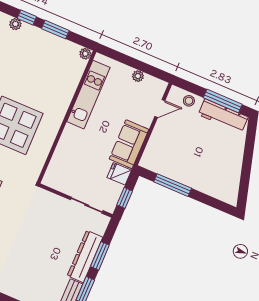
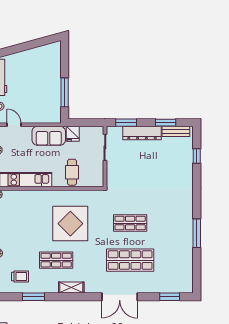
cafe table: (74, 153) -> (72, 172), added
window: (125, 198) -> (88, 123), removed
window: (100, 256) -> (126, 123), moved

